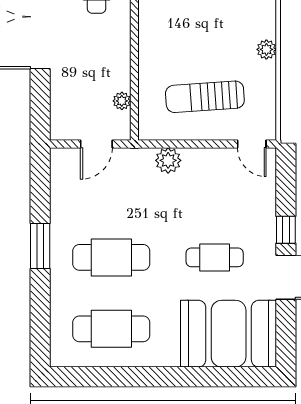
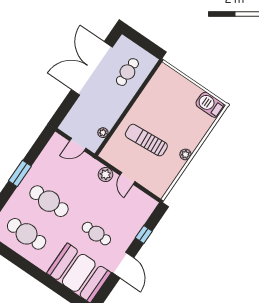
sun lounger: (205, 97) -> (146, 140), moved
door: (252, 144) -> (127, 178), moved
window: (286, 230) -> (144, 234), moved

